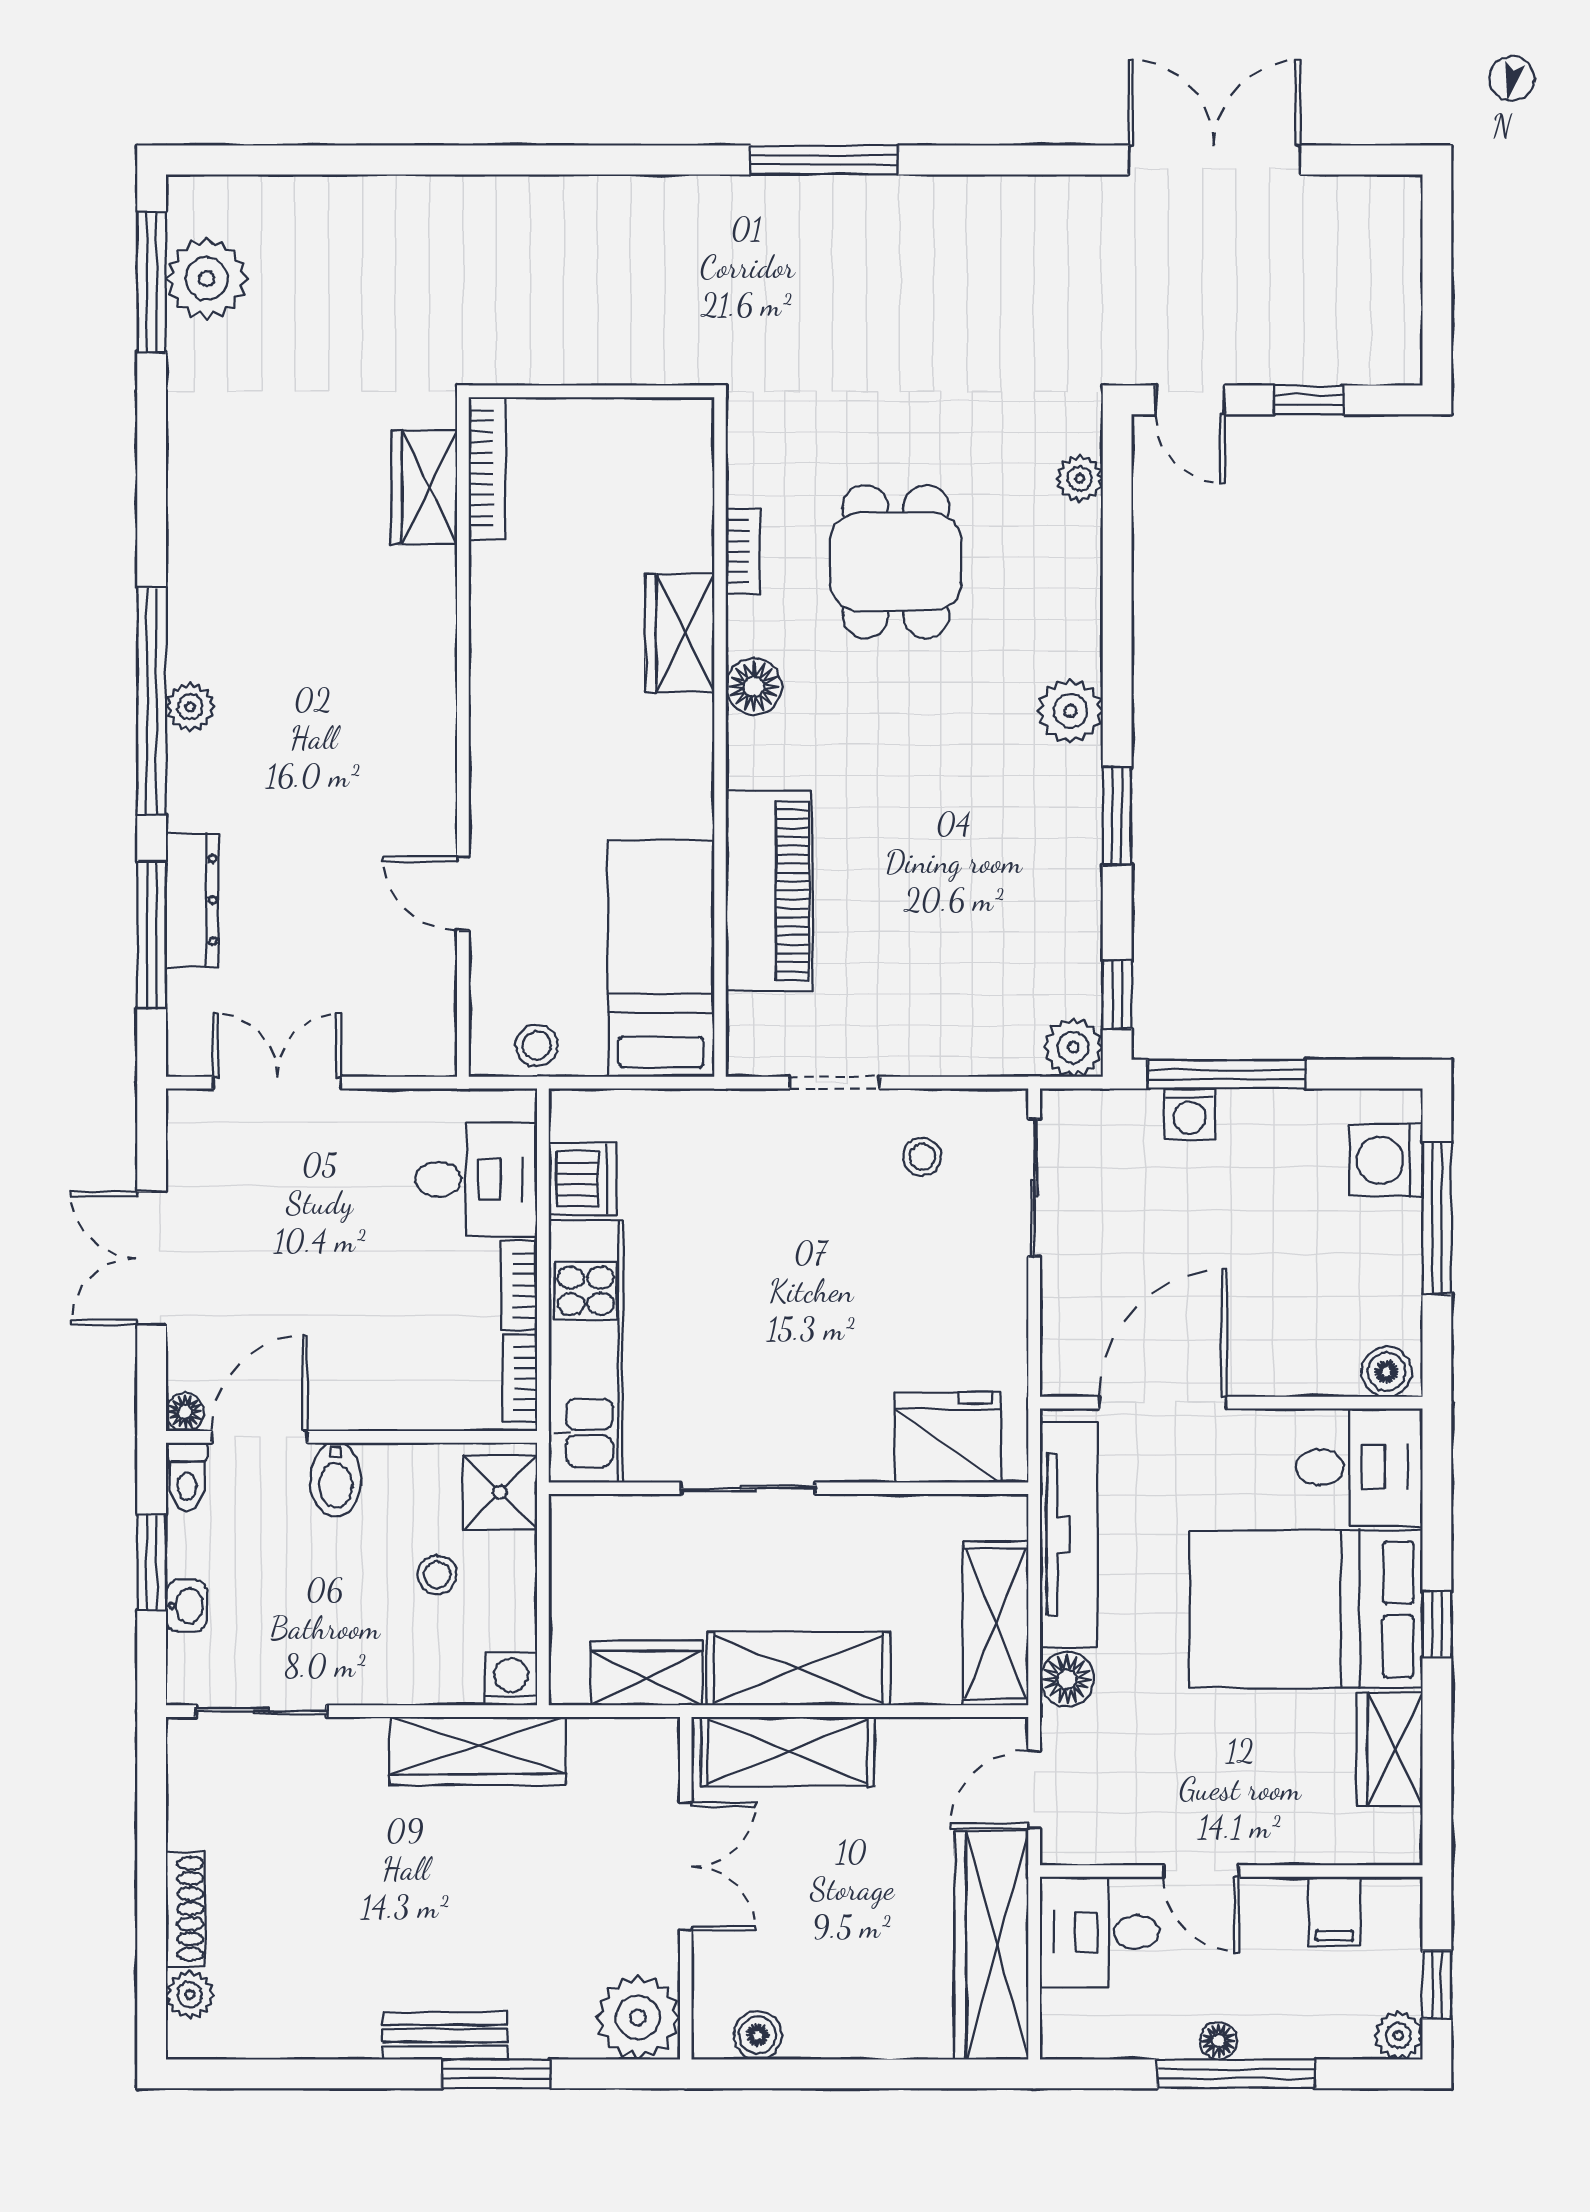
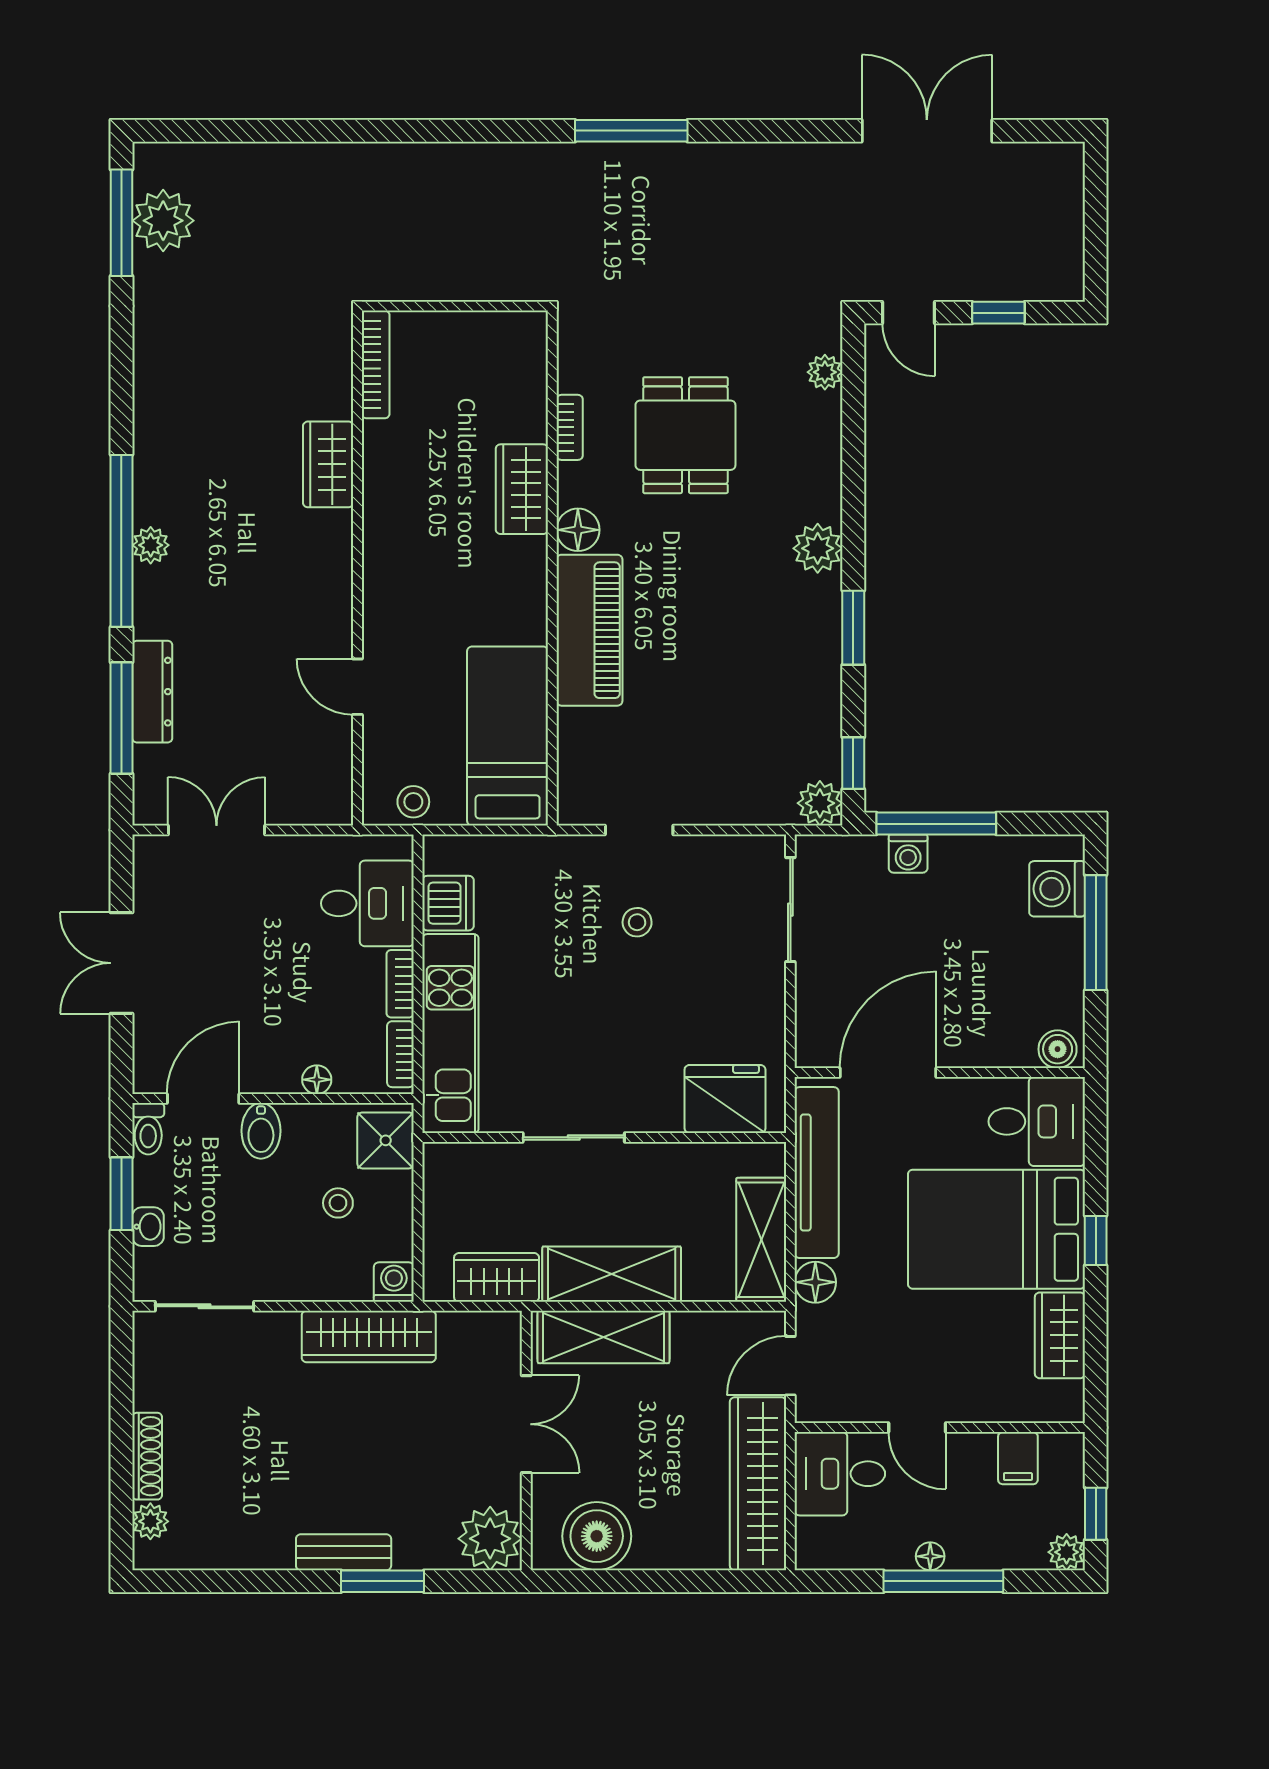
wardrobe: (424, 487) -> (328, 464), moved
piano: (769, 891) -> (589, 630), moved
stool: (922, 1157) -> (637, 922), moved
floor lamp: (185, 1412) -> (317, 1080), moved
boiler: (758, 2035) -> (597, 1536), width x1.86, depth x1.86

